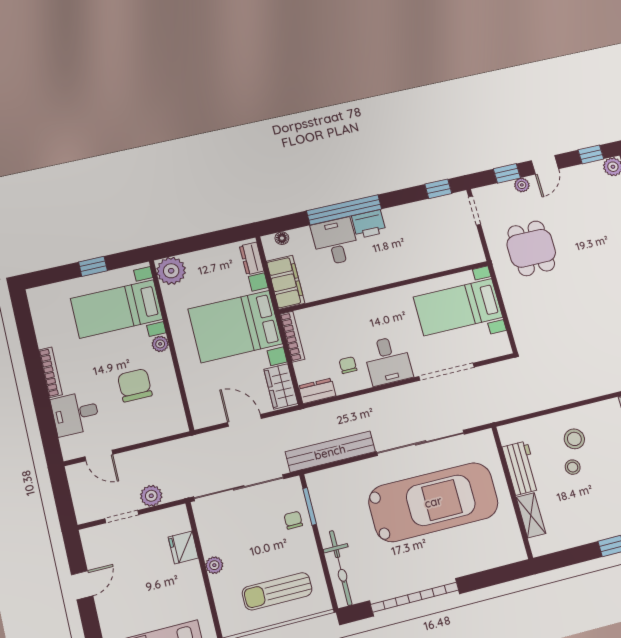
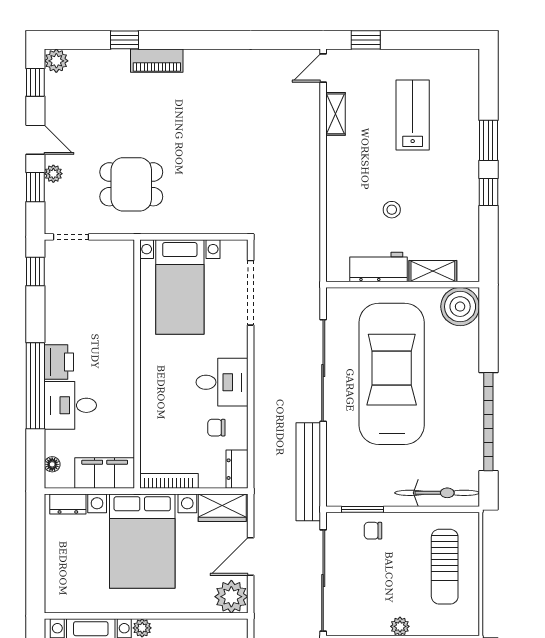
plant: (171, 271) -> (231, 597), moved
doorway: (446, 372) -> (251, 293), moved
stool: (574, 439) -> (361, 199), removed
boiler: (507, 547) -> (460, 307), added

